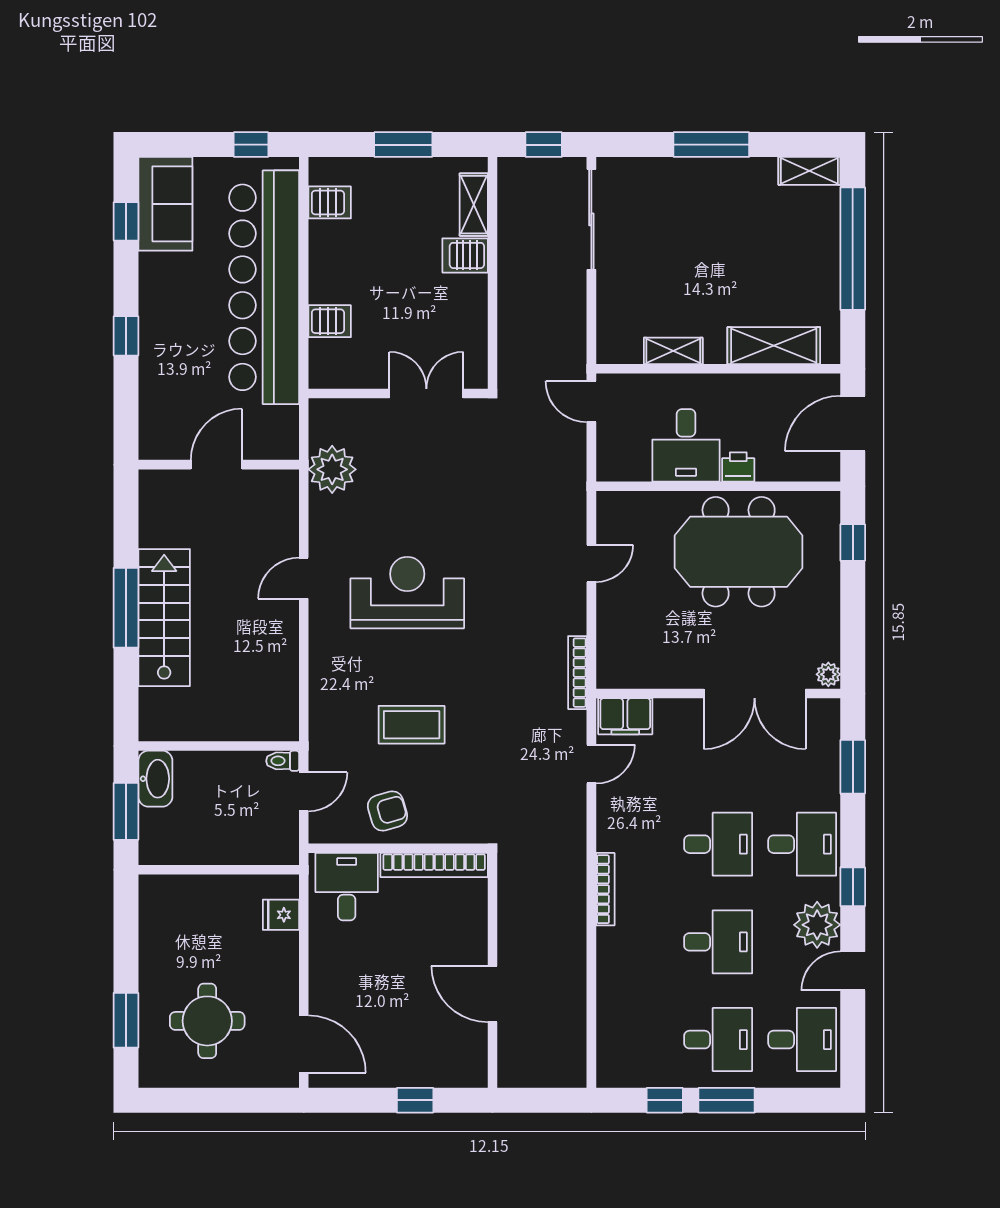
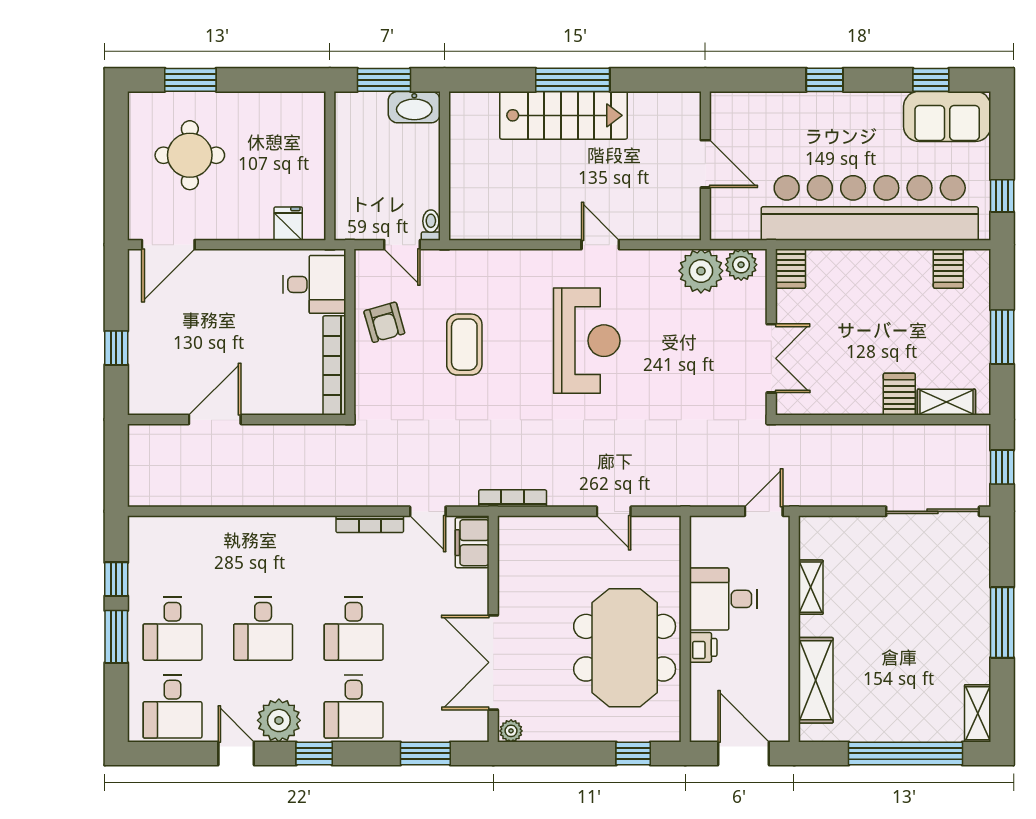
server rack: (330, 321) -> (790, 269), moved
plant: (325, 426) -> (741, 265), added
bookcase: (605, 889) -> (370, 524), moved

